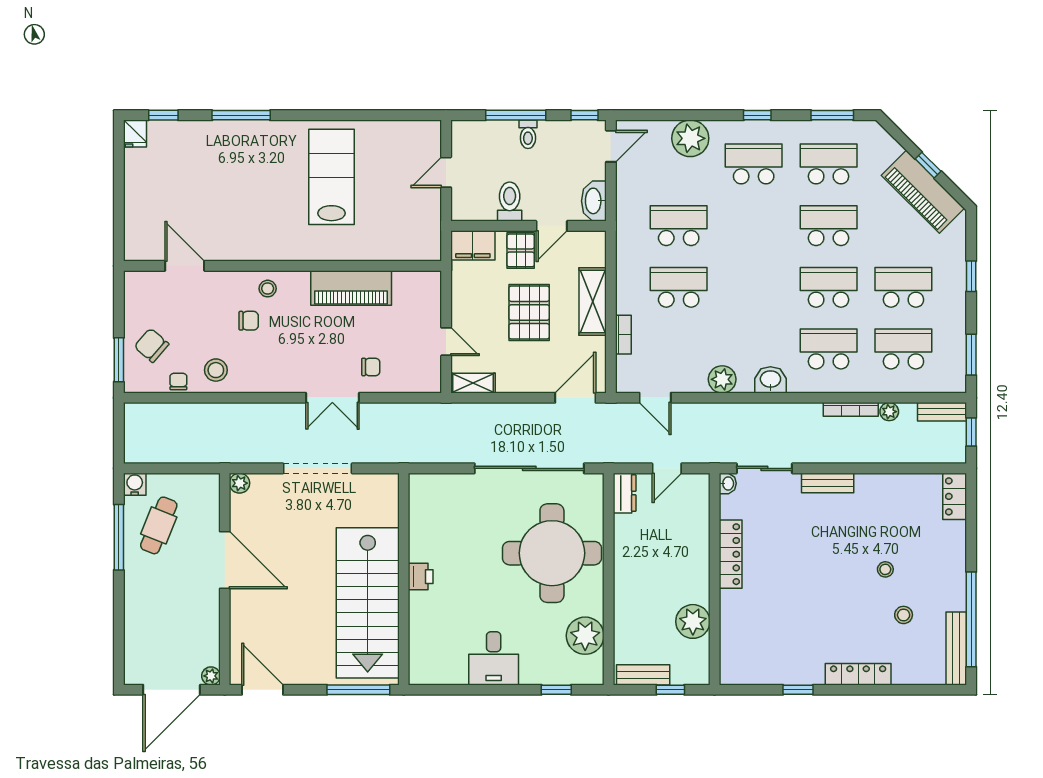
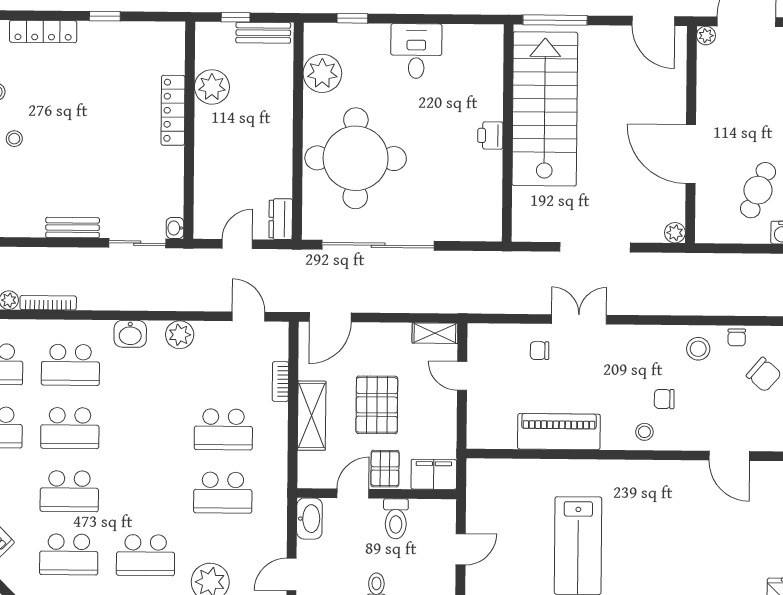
locker: (731, 554) -> (173, 110), moved

